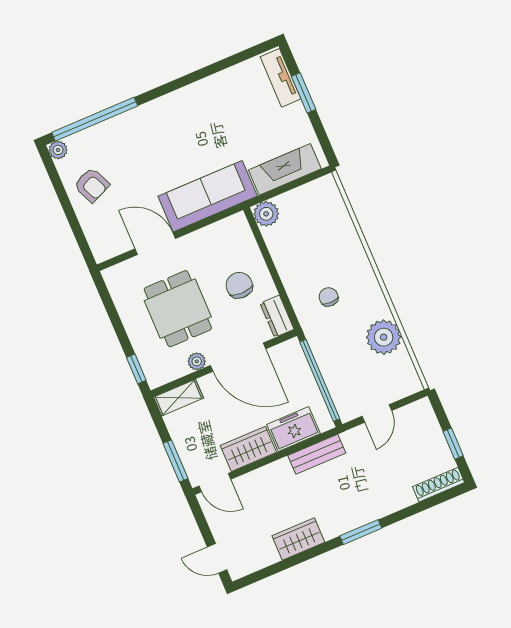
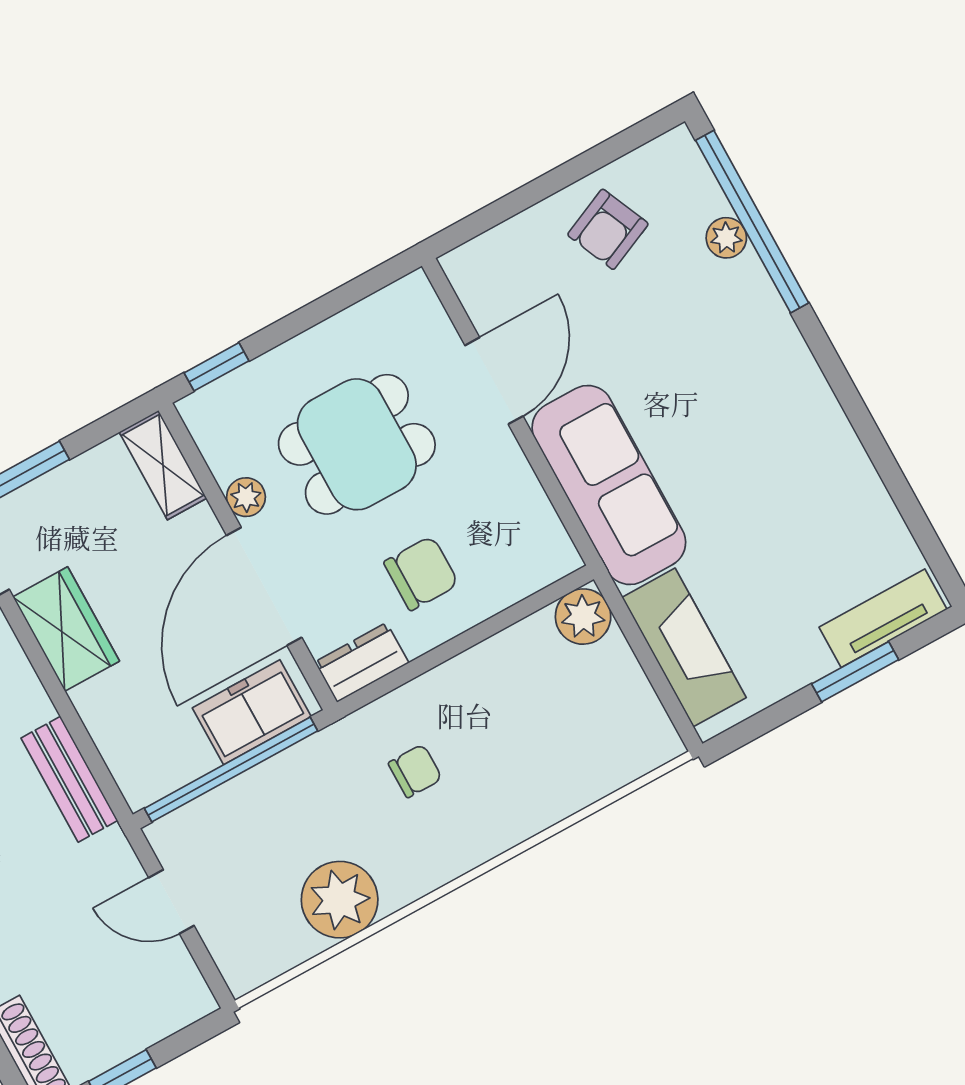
plant: (58, 150) -> (726, 238), moved
freezer: (294, 429) -> (252, 712), moved, turned -90

